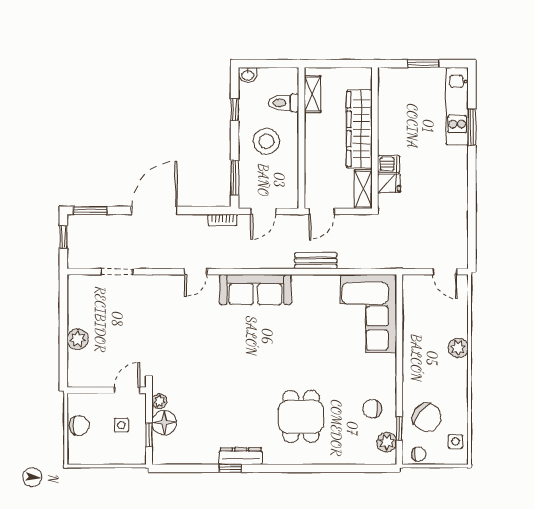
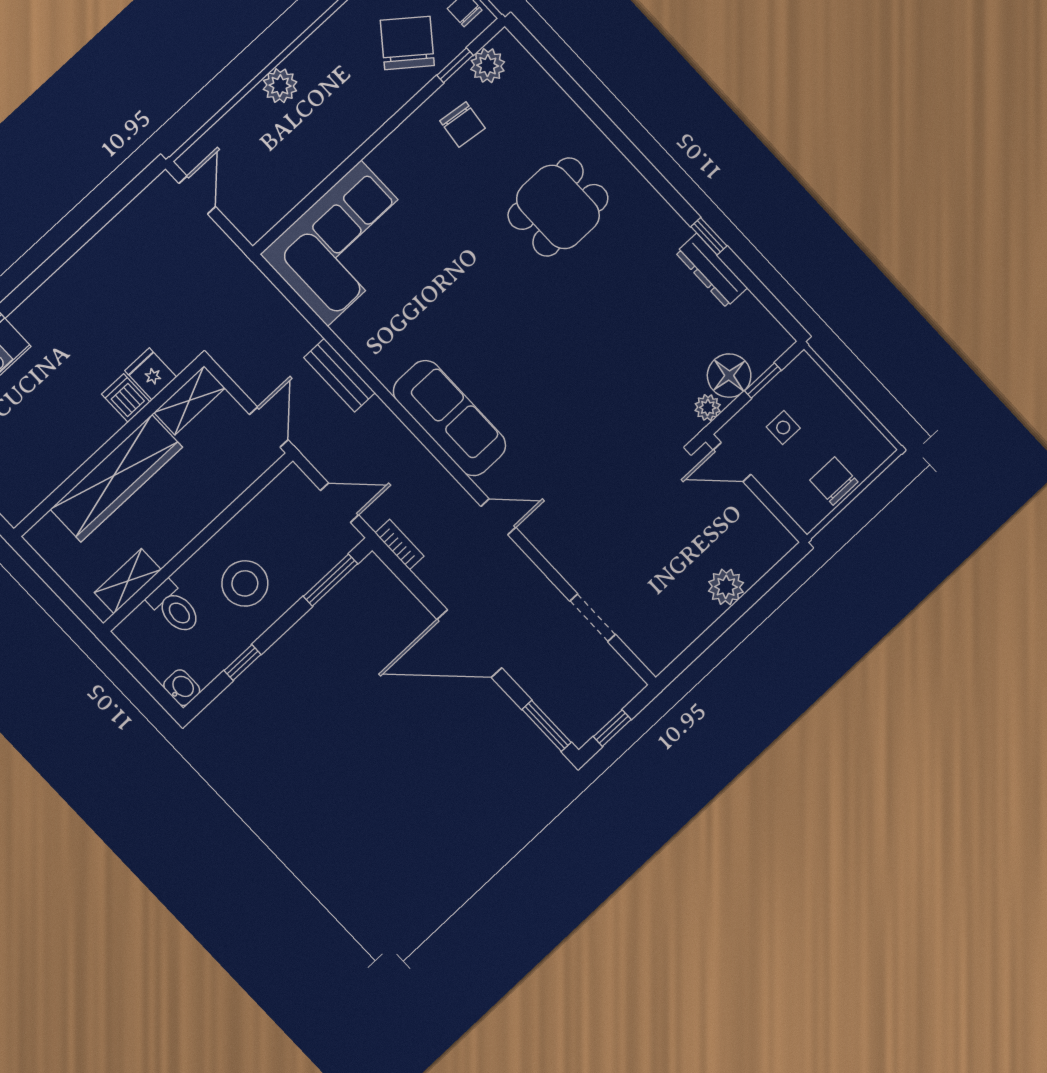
door: (322, 211) -> (269, 427), hinge flipped
dresser: (241, 456) -> (712, 270), moved

